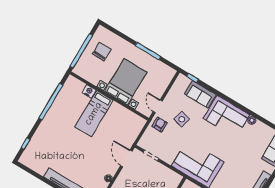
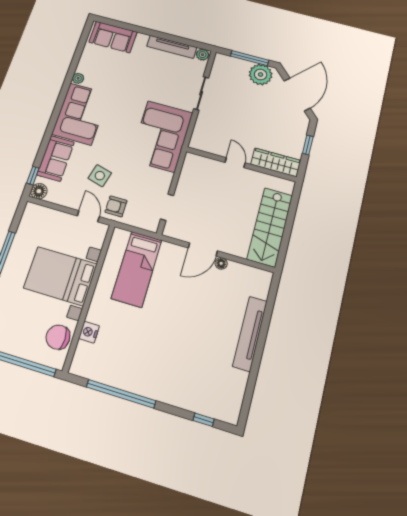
chair: (102, 52) -> (58, 337), moved
floor lamp: (182, 80) -> (39, 191), added
door: (158, 106) -> (88, 216), swing flipped
bed: (94, 114) -> (137, 269), moved, turned 90
door: (126, 158) -> (203, 249), moved

